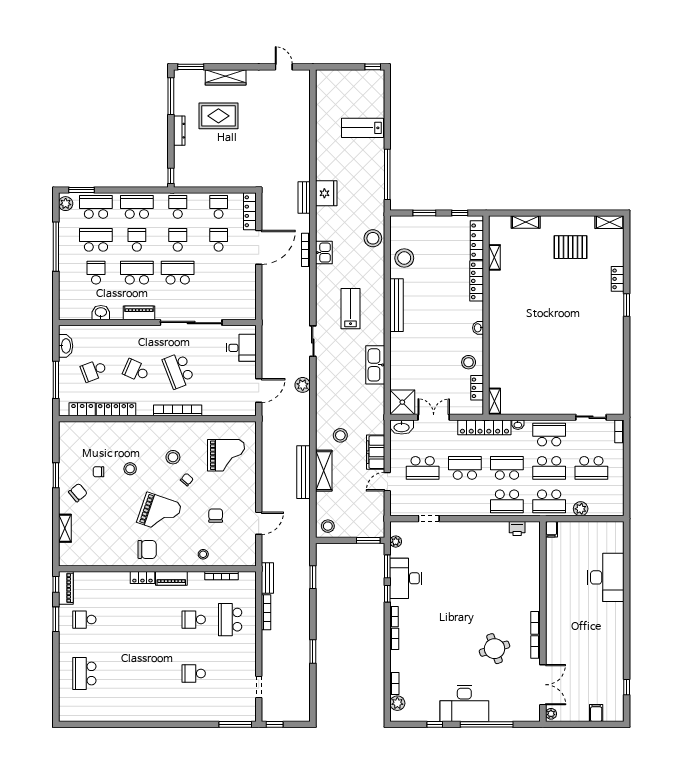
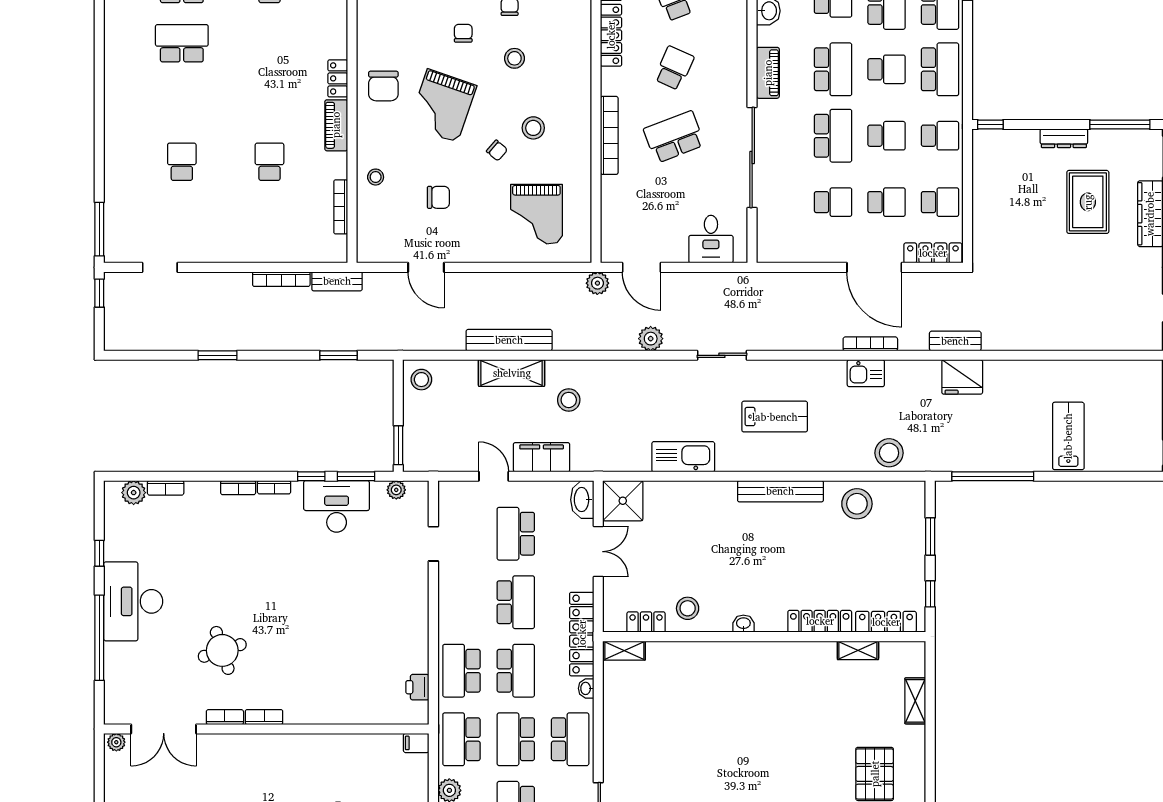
school desk: (219, 273) -> (833, 202), added
plant: (268, 418) -> (597, 283), added
chair: (115, 500) -> (463, 33), added
school desk: (230, 620) -> (182, 43), moved

